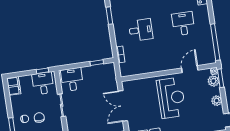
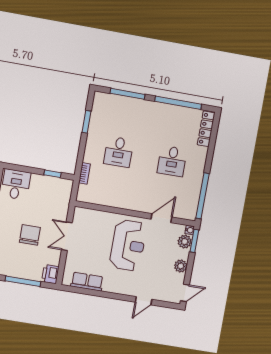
desk: (183, 24) -> (172, 161), turned 180
desk: (141, 30) -> (119, 152), turned 90
double door: (123, 106) -> (67, 236), width x0.73
chair: (95, 114) -> (30, 235), added

